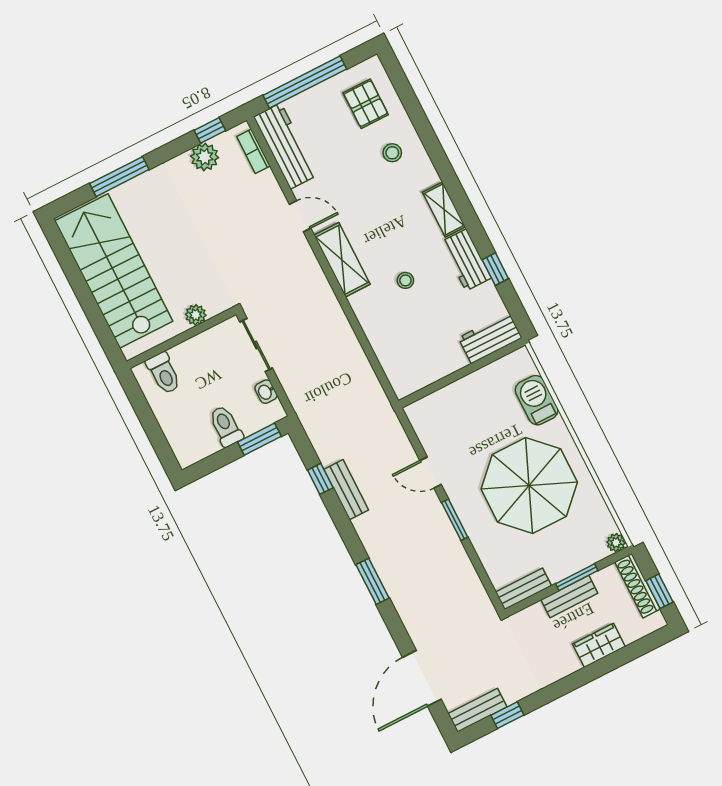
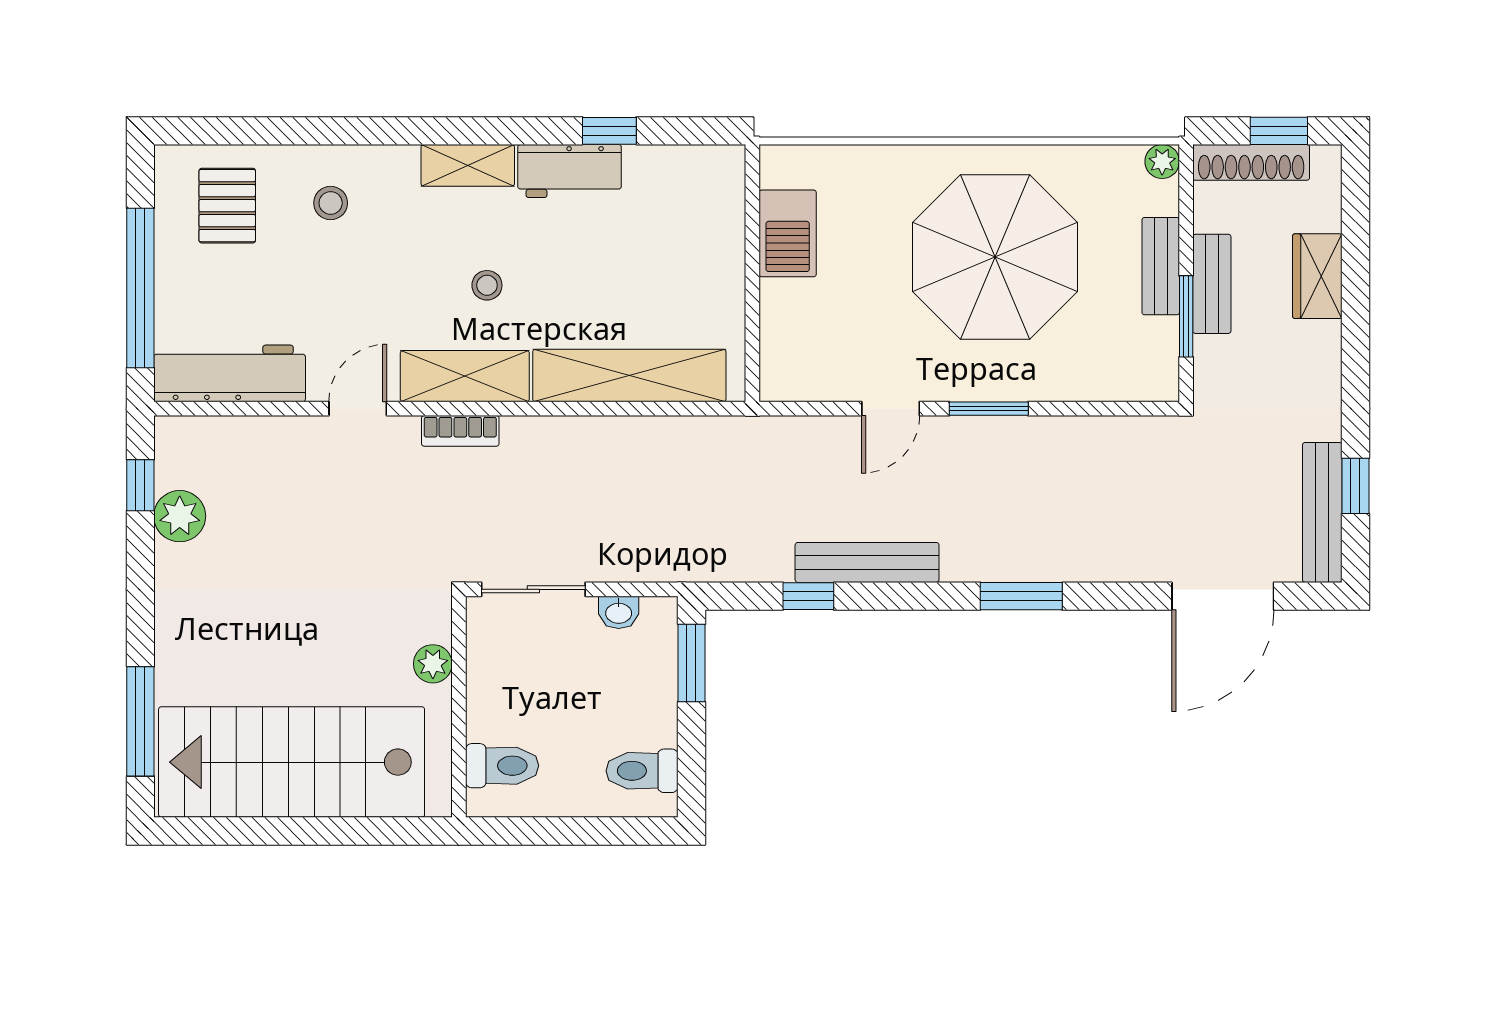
pallet: (366, 104) -> (227, 206), turned 90
bookcase: (253, 151) -> (460, 431), moved
window: (119, 177) -> (140, 721), moved
stool: (405, 280) -> (487, 285), moved
workbench: (490, 338) -> (718, 197), removed
shelving: (382, 339) -> (629, 376), added
barbecue: (537, 400) -> (788, 233), moved, turned -90
toilet: (226, 426) -> (642, 771), moved
bench: (346, 490) -> (867, 562), width x1.36
window: (577, 577) -> (1186, 316), moved
bench: (524, 589) -> (1161, 266), moved
door: (422, 678) -> (1223, 596), hinge flipped
bench: (478, 710) -> (1322, 512), width x1.36

